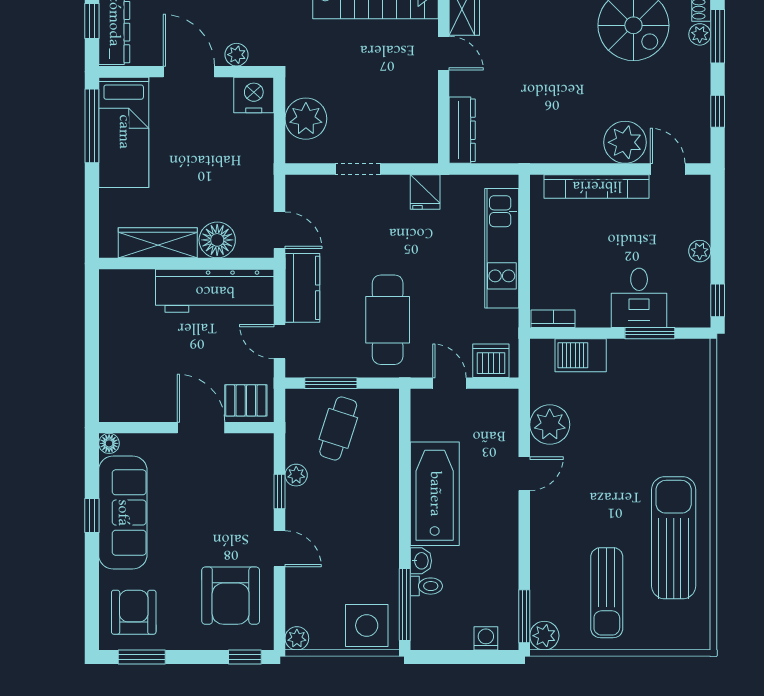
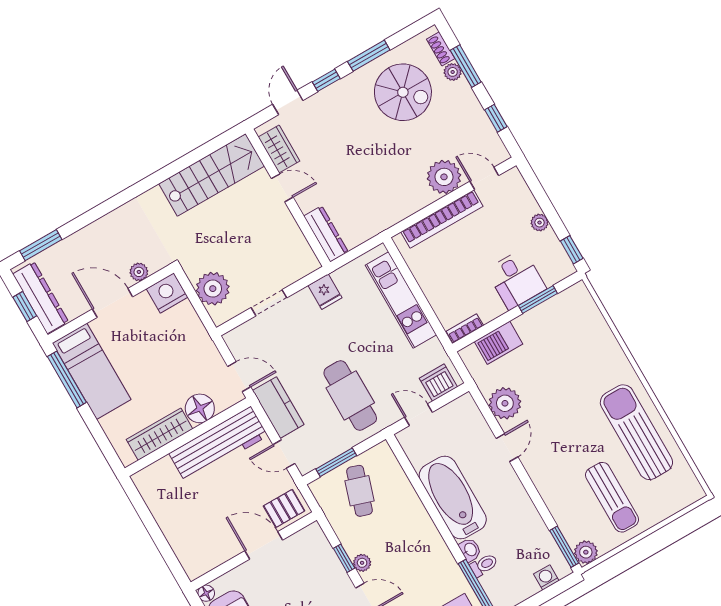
plant: (296, 475) -> (362, 563), moved

